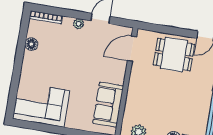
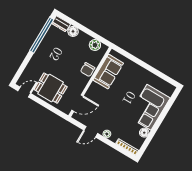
chair: (136, 97) -> (88, 70), added
corner sofa: (41, 105) -> (149, 107), moved, turned 90

